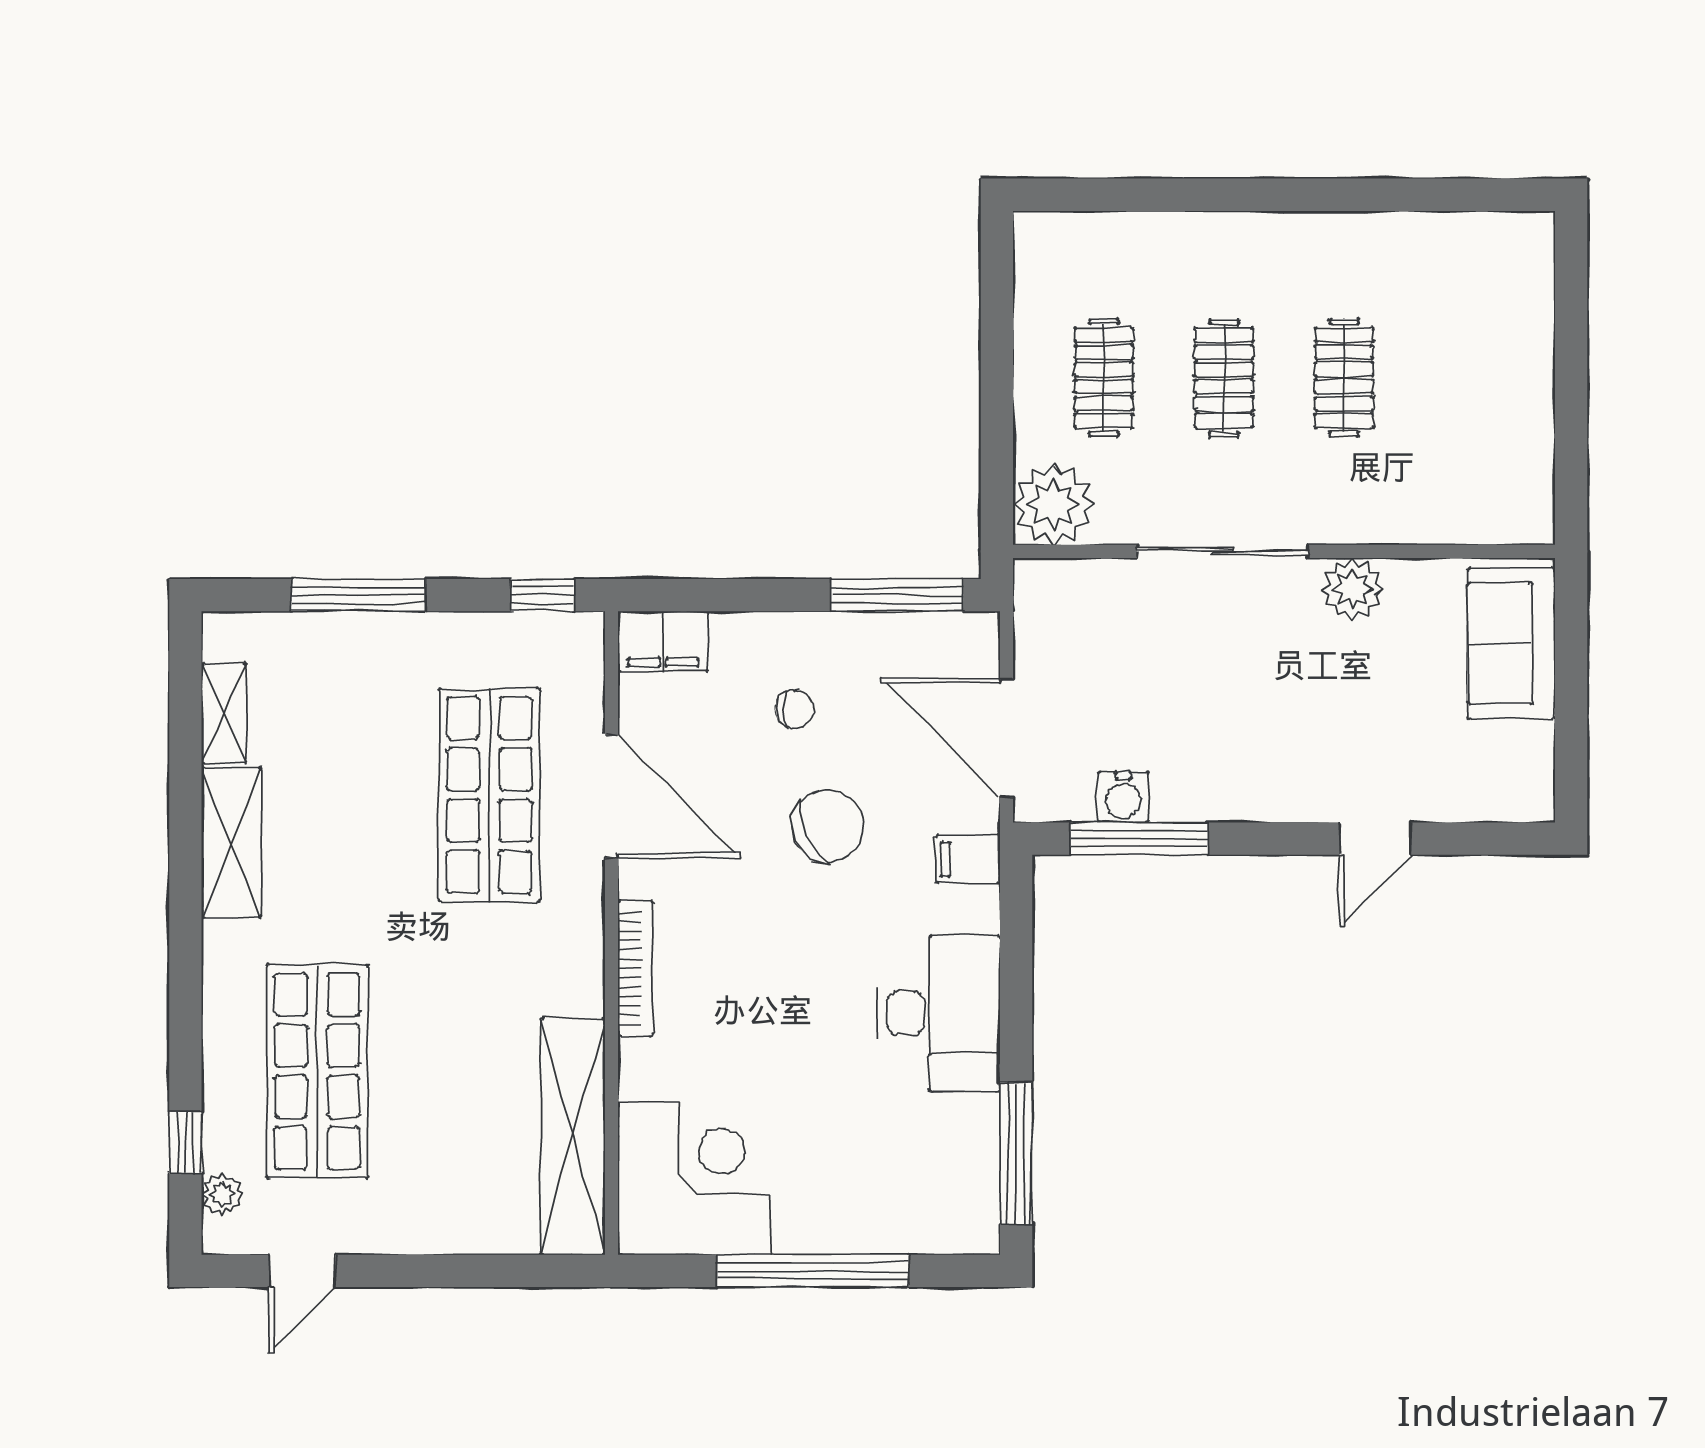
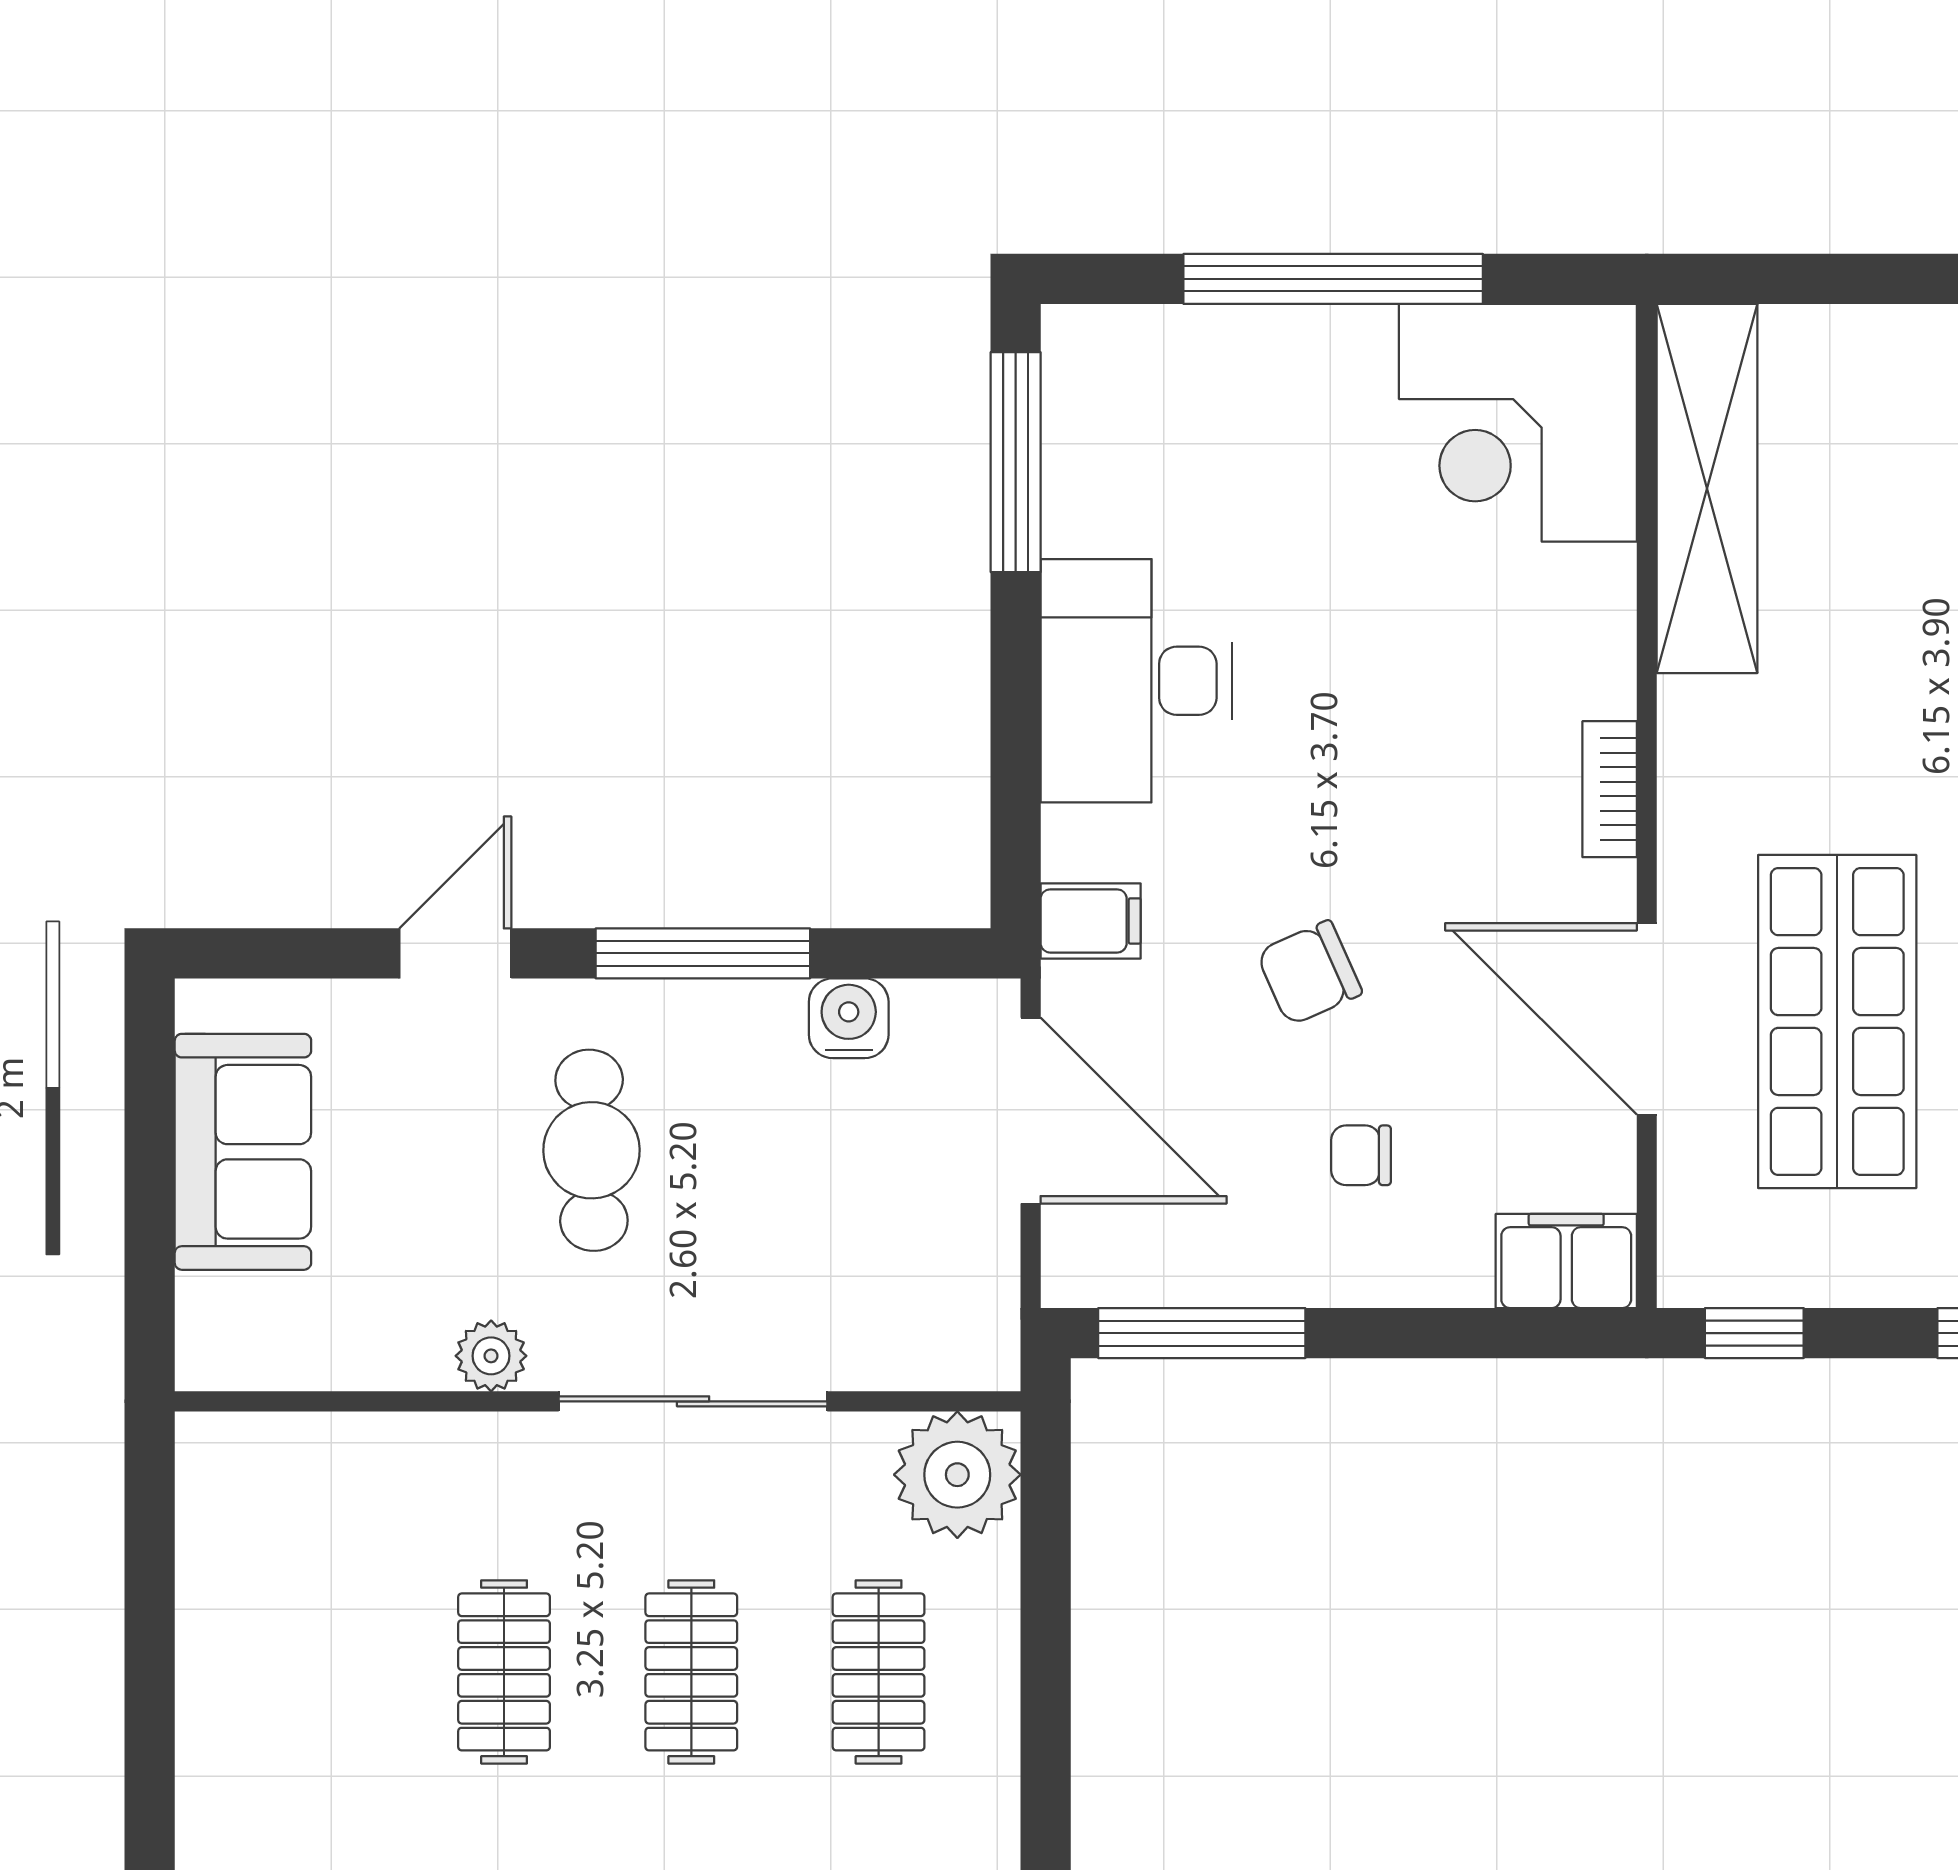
plant: (1352, 589) -> (491, 1356), width x0.73, depth x0.73
sofa: (1511, 644) -> (243, 1152), moved
cafe table: (1288, 712) -> (592, 1150), added
chair: (828, 826) -> (1309, 973), width x0.73, depth x0.73
window: (1139, 839) -> (703, 953), moved
bookcase: (635, 968) -> (1610, 789), width x0.64

